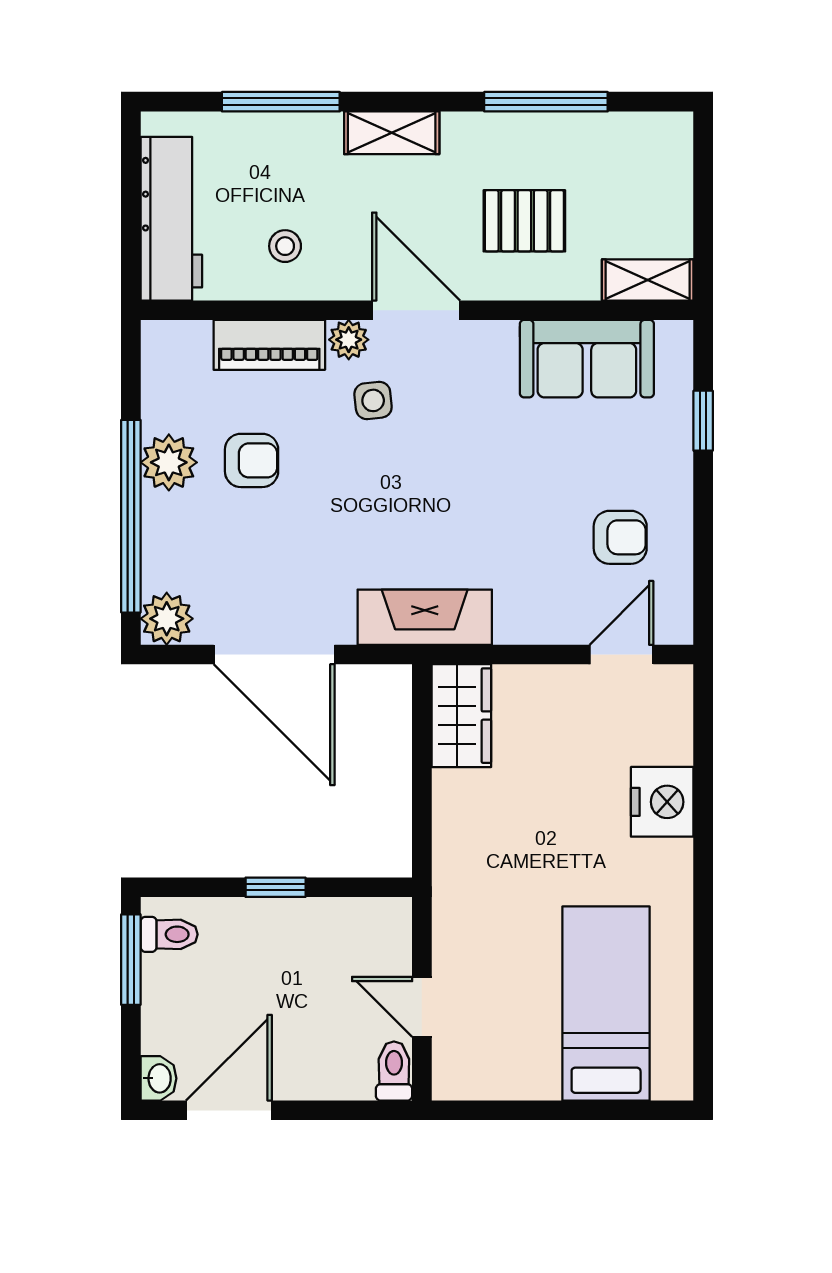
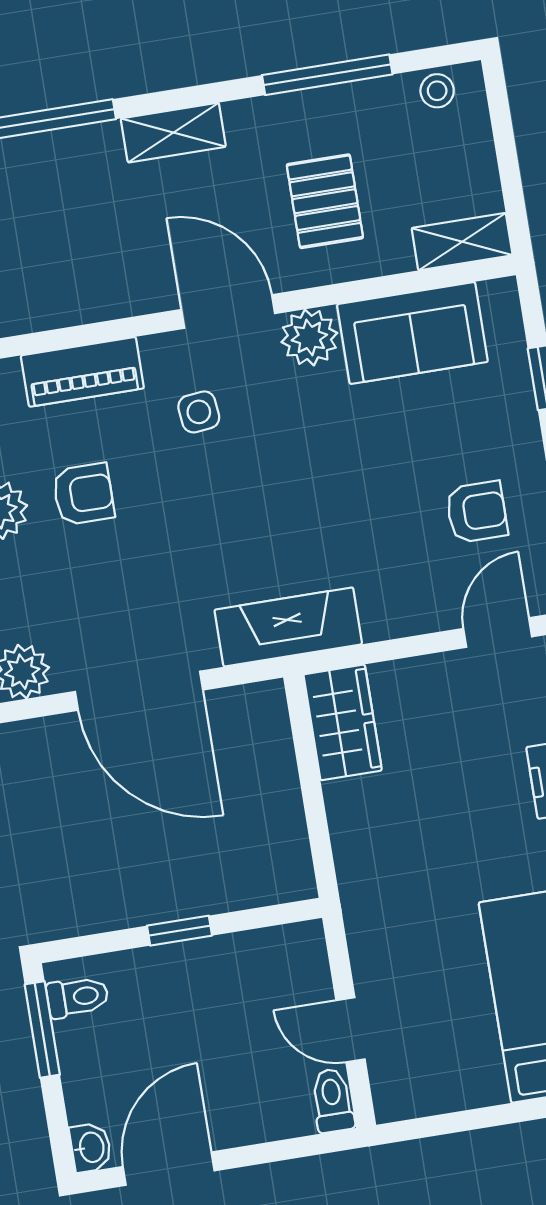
pallet: (524, 221) -> (325, 201), turned 90
stool: (285, 246) -> (437, 91), moved
plant: (349, 340) -> (309, 337), moved, width x1.38, depth x1.38

